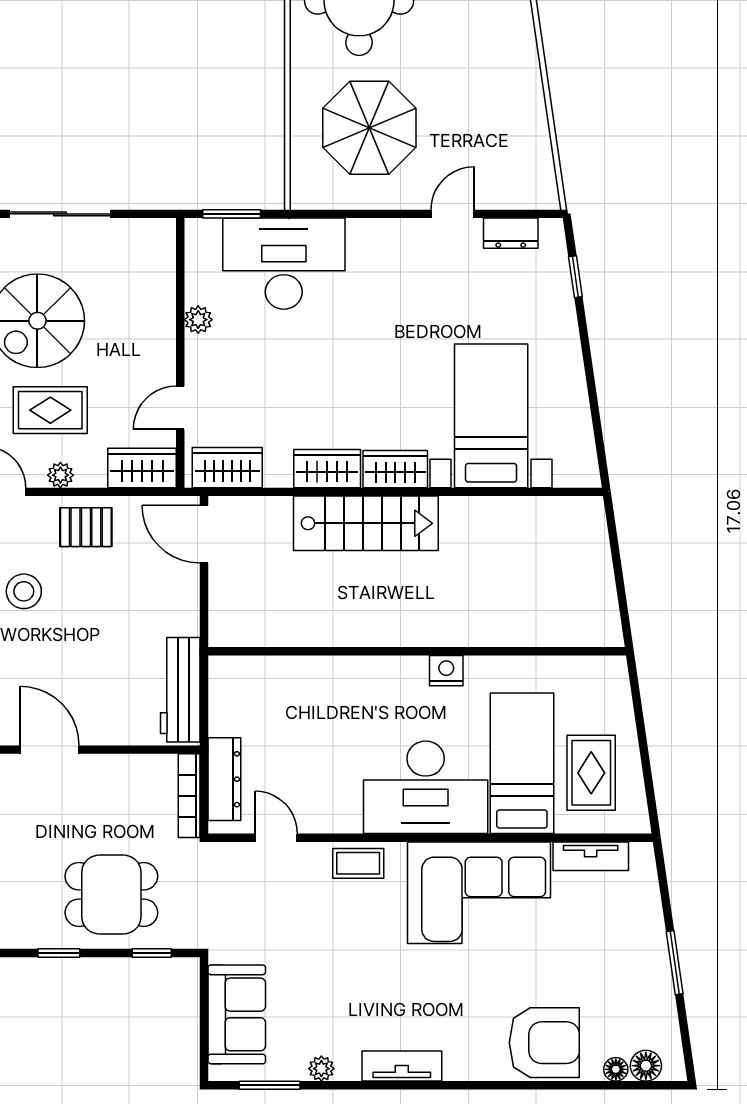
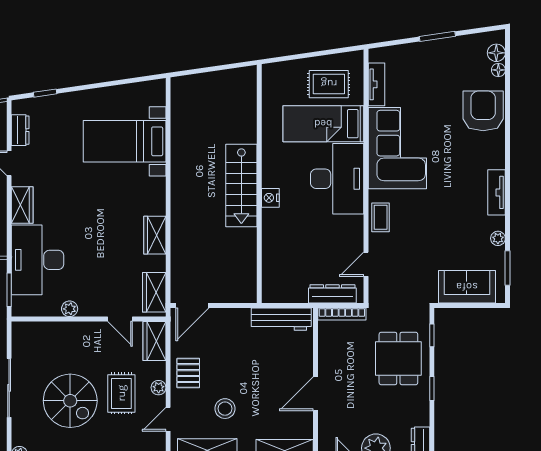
wardrobe: (395, 469) -> (22, 205), moved, turned 180
stairs: (366, 523) -> (241, 186), moved, turned 180
nightstand: (446, 671) -> (270, 198), moved

